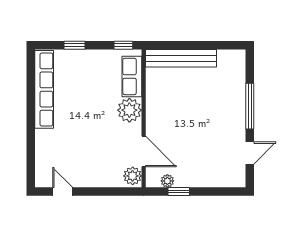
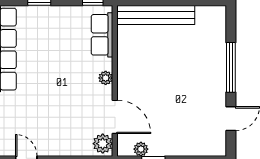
plant: (129, 110) -> (106, 78), width x0.53, depth x0.53

